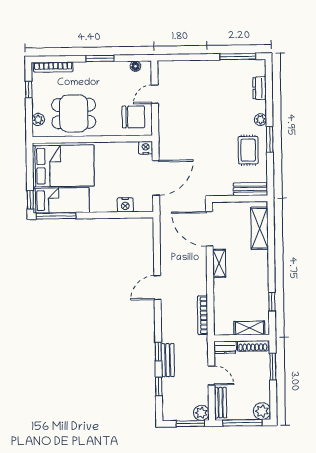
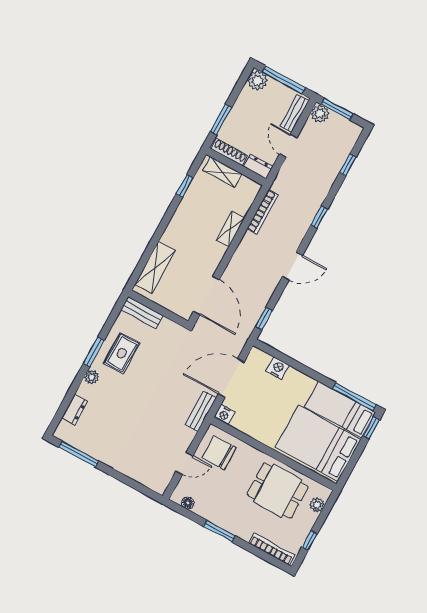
window: (157, 236) -> (264, 319), added
shelving: (219, 263) -> (230, 229), moved
window: (158, 352) -> (319, 217), moved
bench: (168, 360) -> (201, 411), moved

